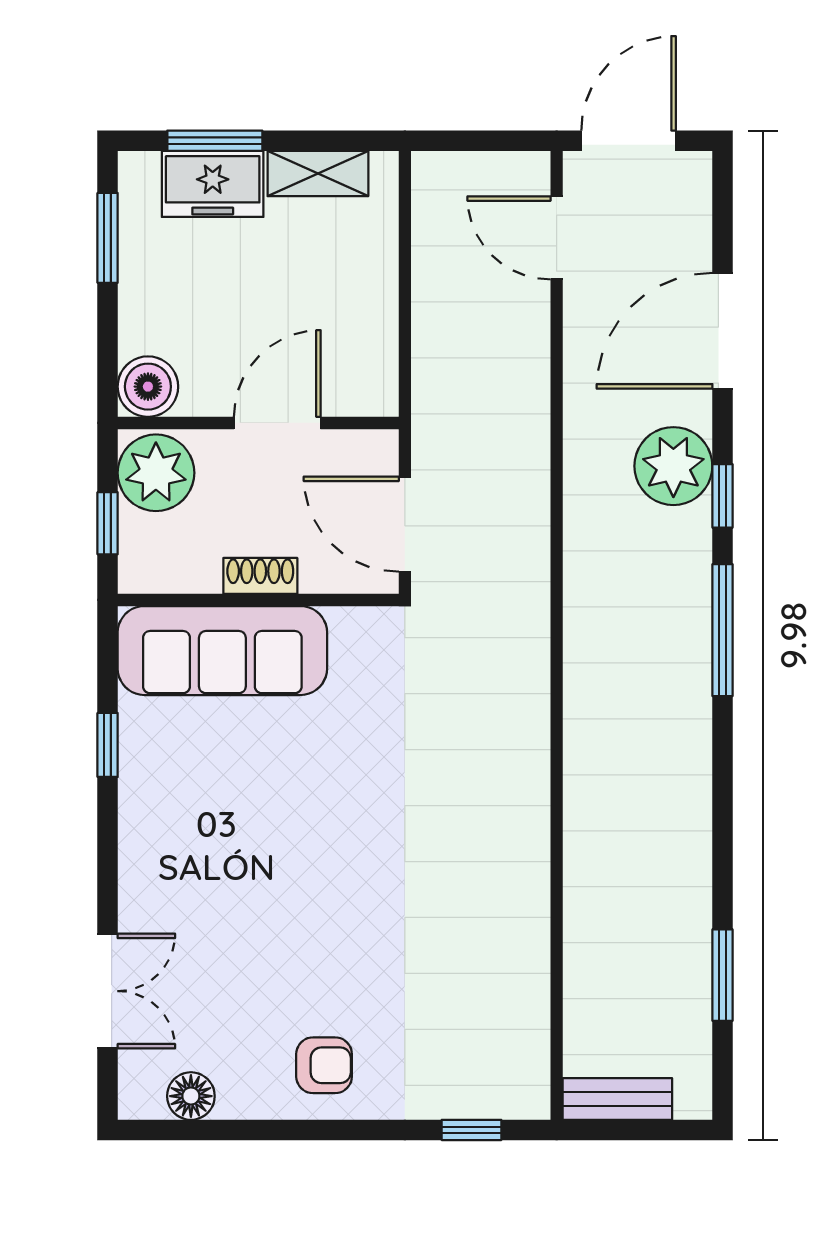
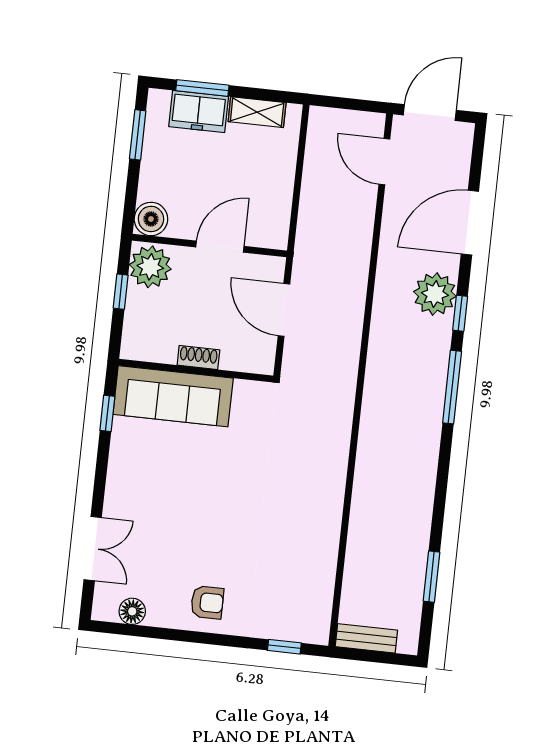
shoe rack: (260, 576) -> (198, 357), moved
wall: (258, 600) -> (196, 371), moved
sofa: (222, 651) -> (173, 396), moved

